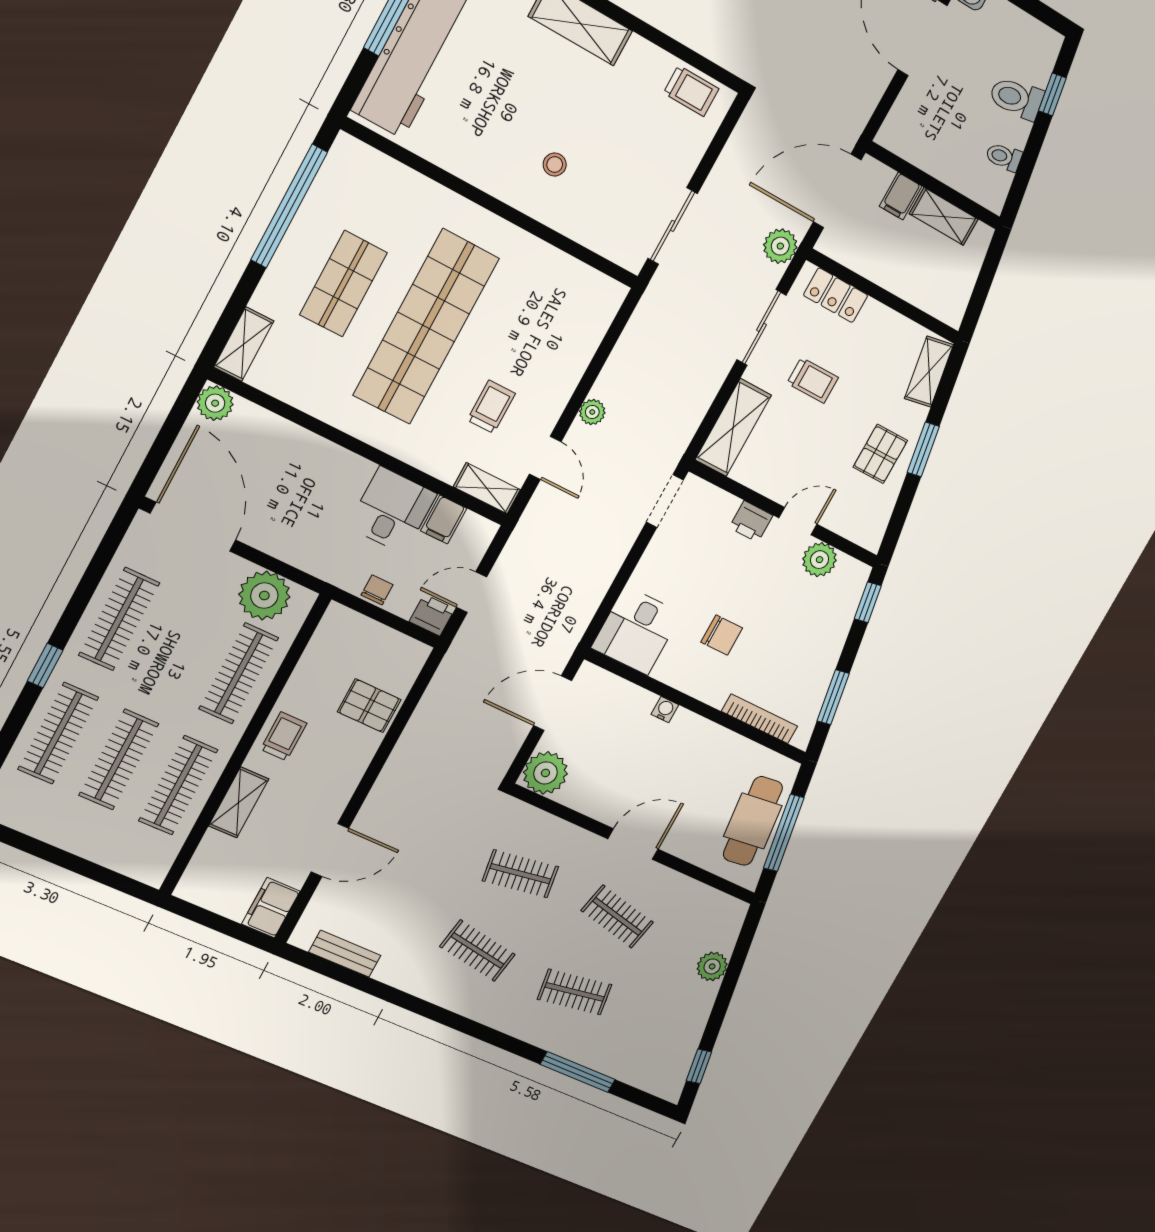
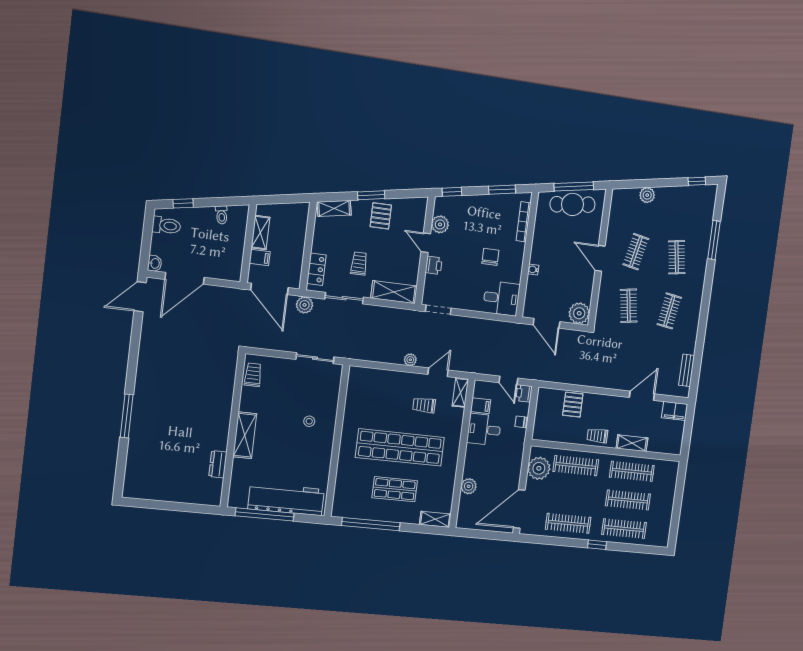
toilet: (1016, 98) -> (166, 226), moved, turned -80
plant: (215, 403) -> (469, 486), moved
pallet: (880, 454) -> (381, 216), turned 90
door: (330, 850) -> (642, 396), hinge flipped

